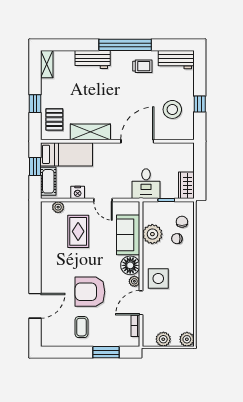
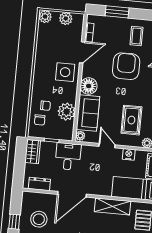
dresser: (175, 149) -> (39, 184), added
plant: (134, 281) -> (80, 136), moved
armchair: (90, 292) -> (126, 66), turned -90

